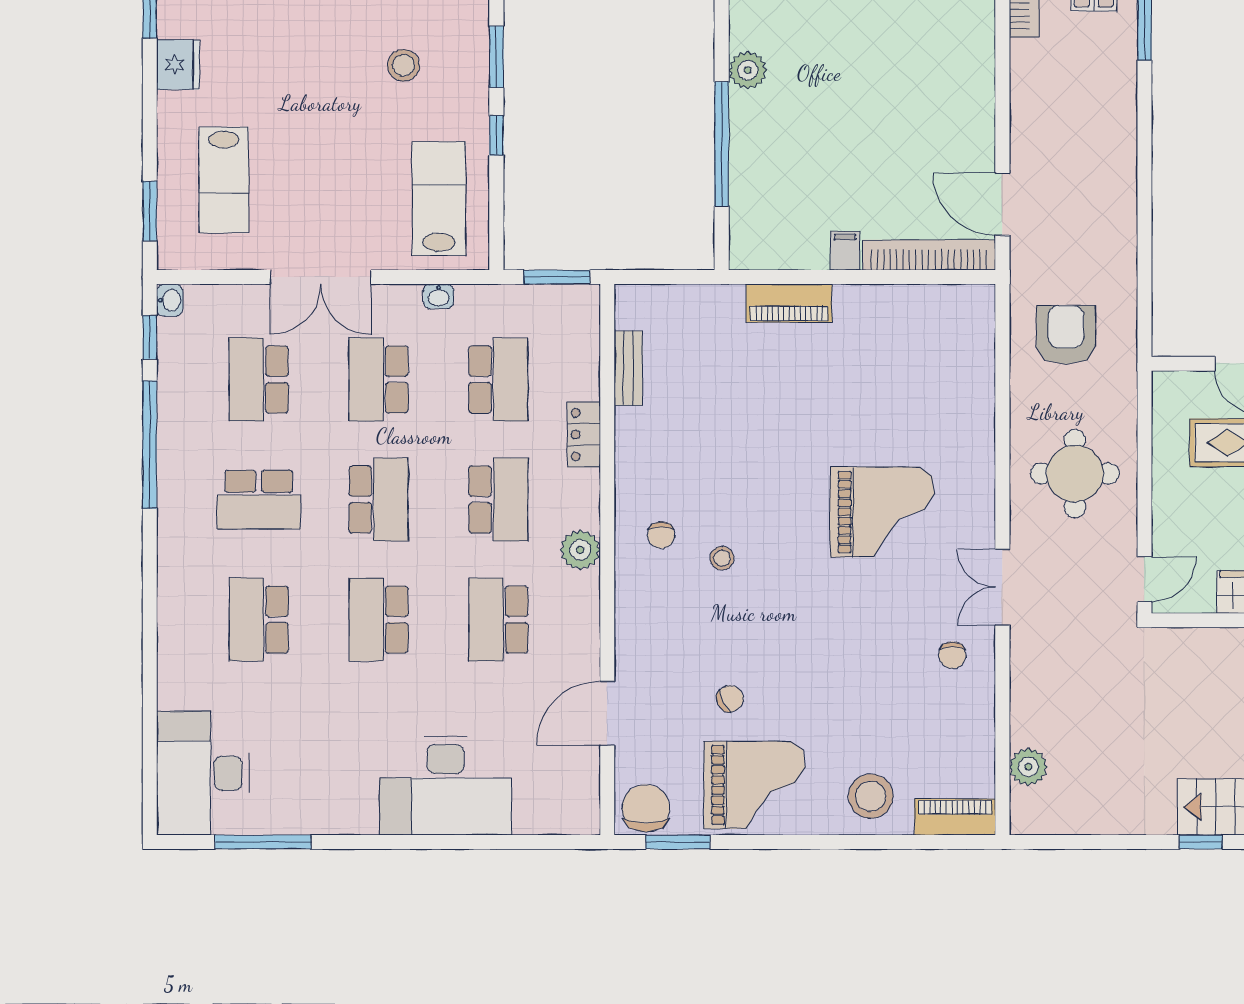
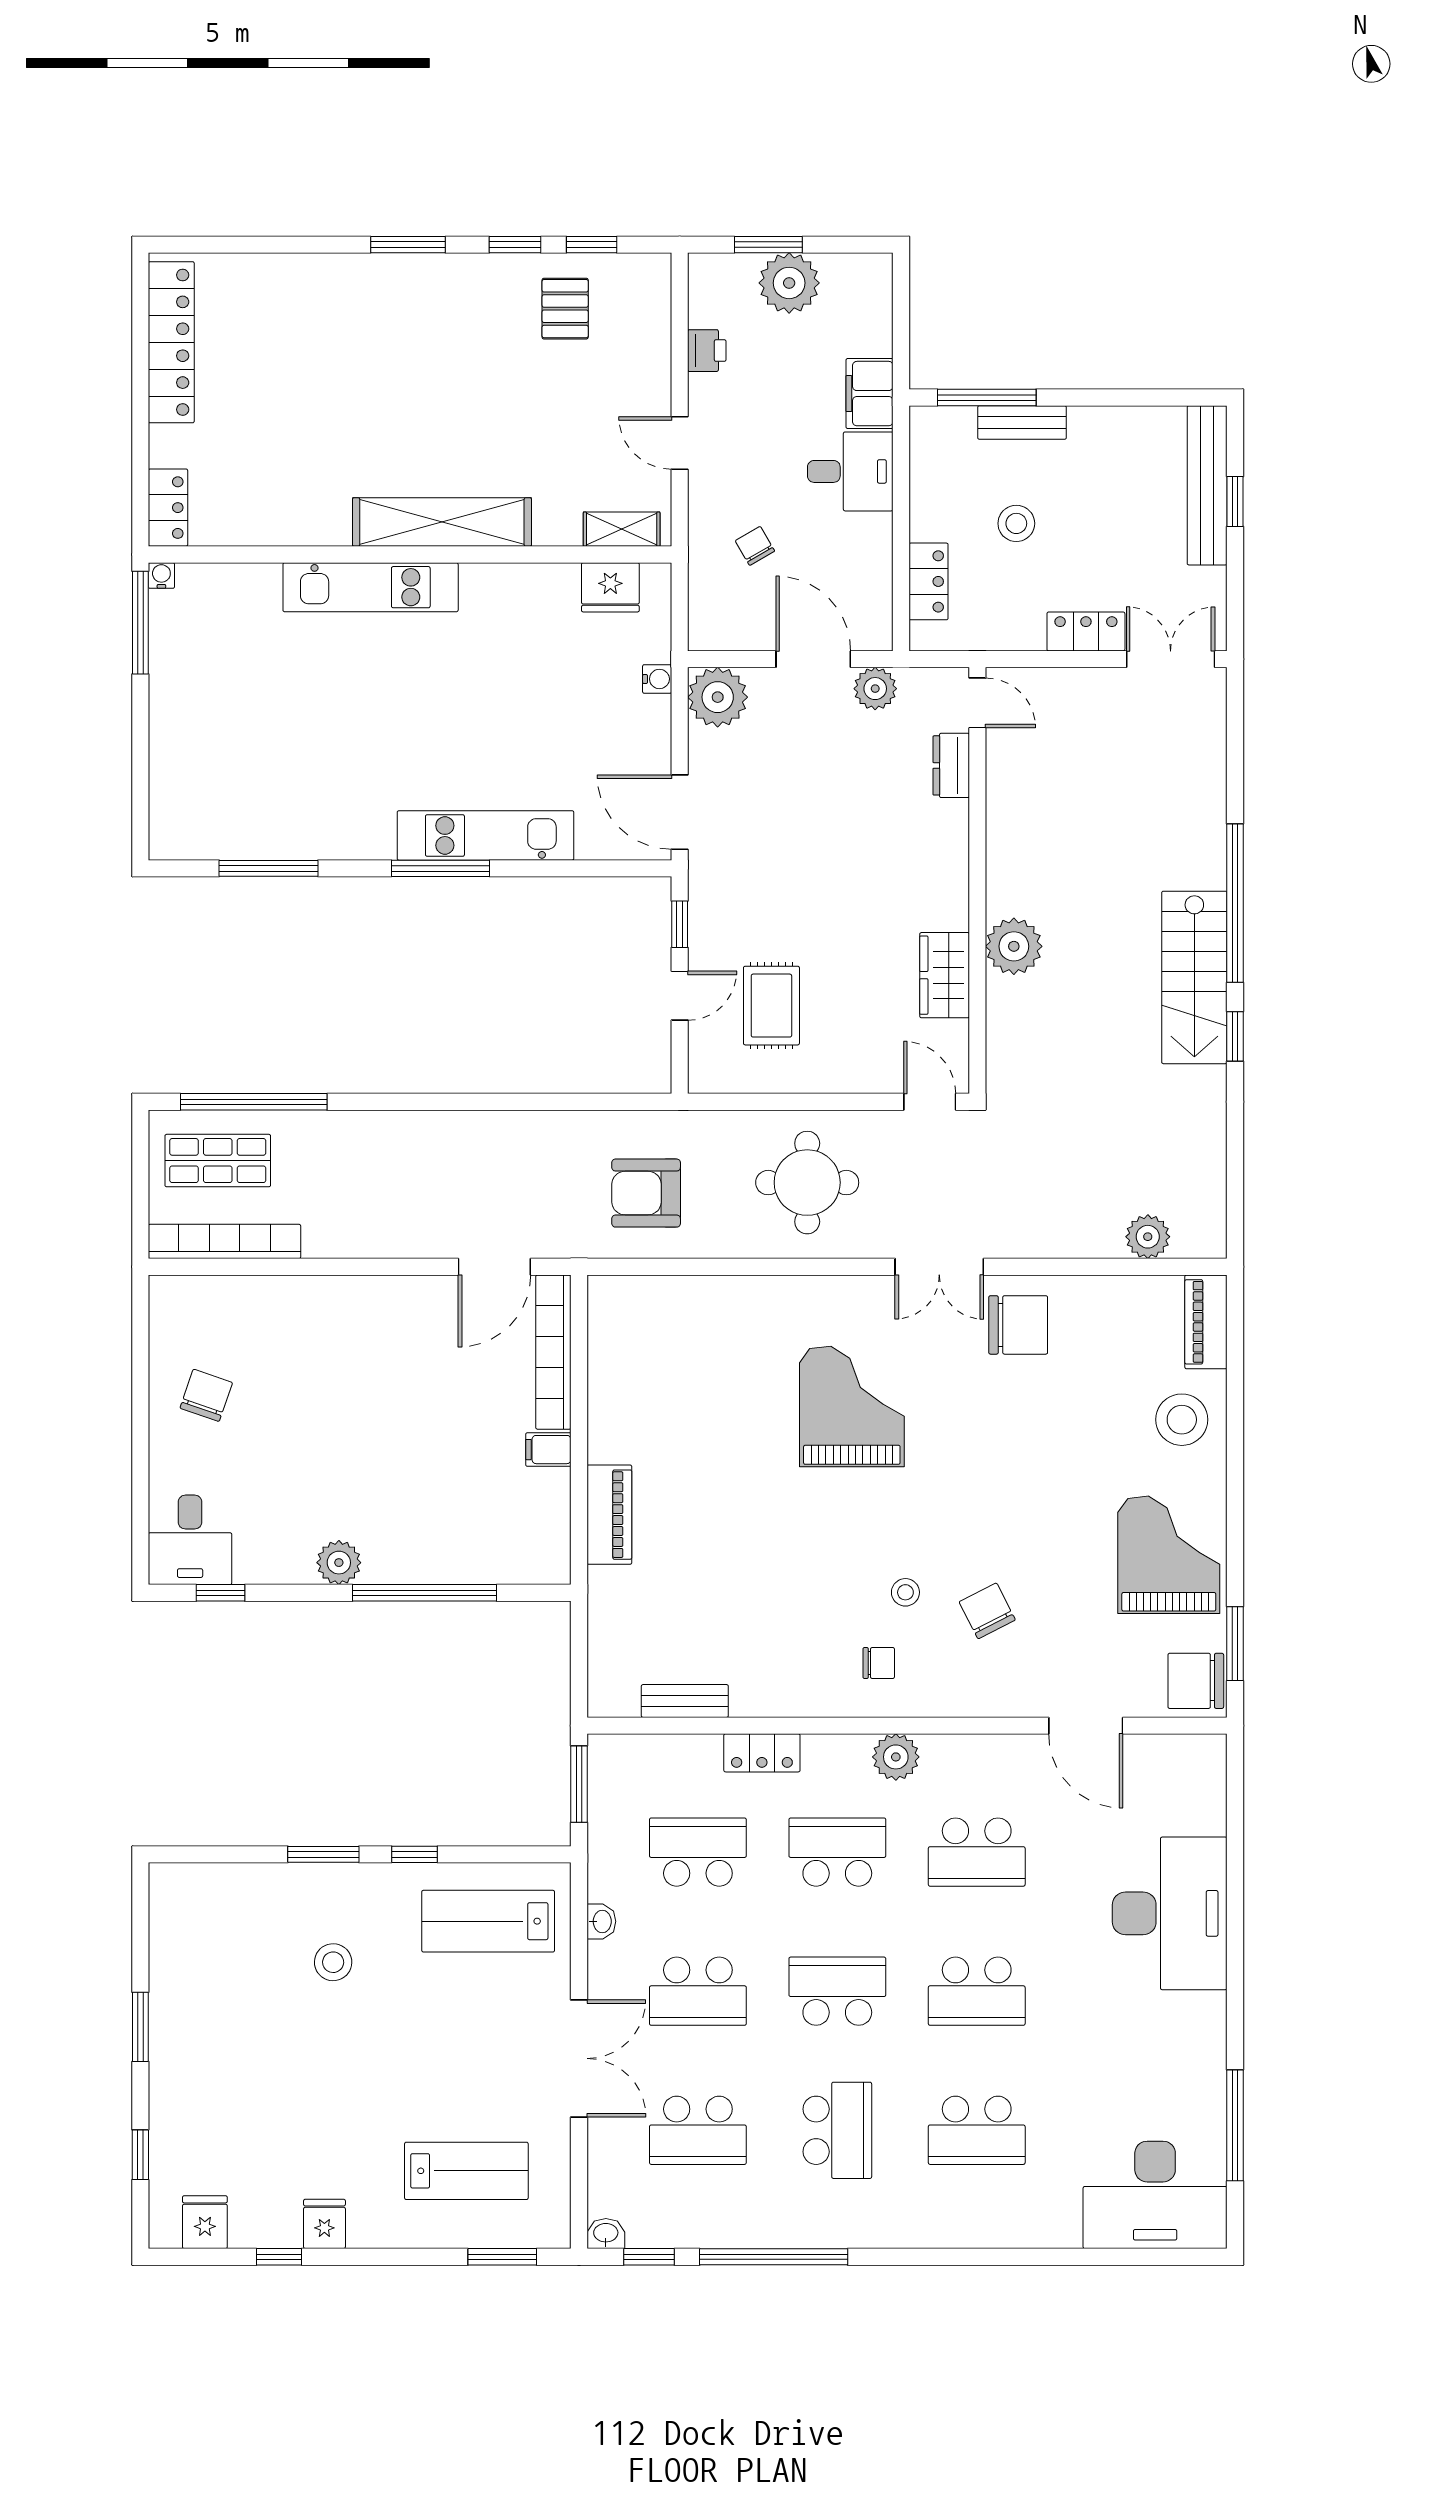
fridge: (178, 65) -> (324, 2224), width x0.72
chair: (952, 655) -> (1018, 1325), width x1.87, depth x1.87
chair: (730, 699) -> (987, 1611), moved, width x1.37, depth x1.37

